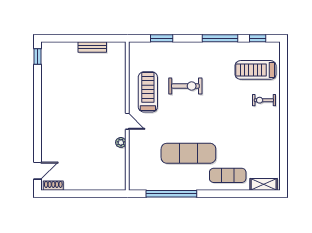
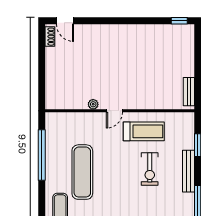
bench: (92, 47) -> (189, 92), moved
bench: (188, 47) -> (188, 171), added

